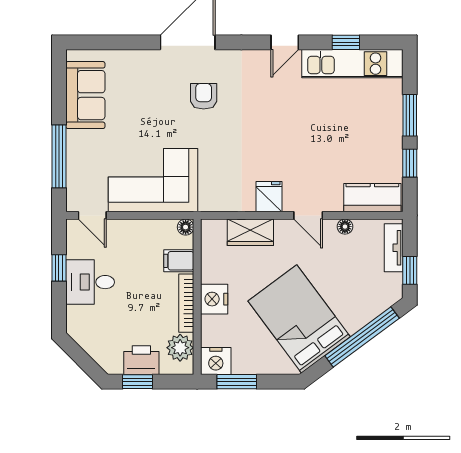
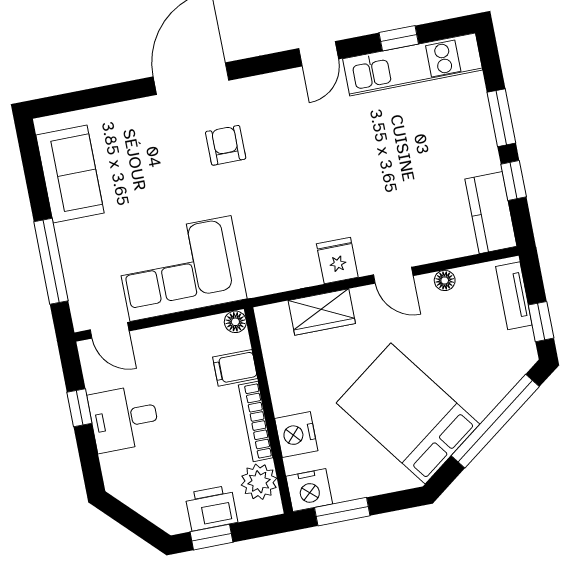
kitchen counter: (372, 198) -> (491, 213), moved, turned -90
nightstand: (214, 299) -> (296, 435), moved

